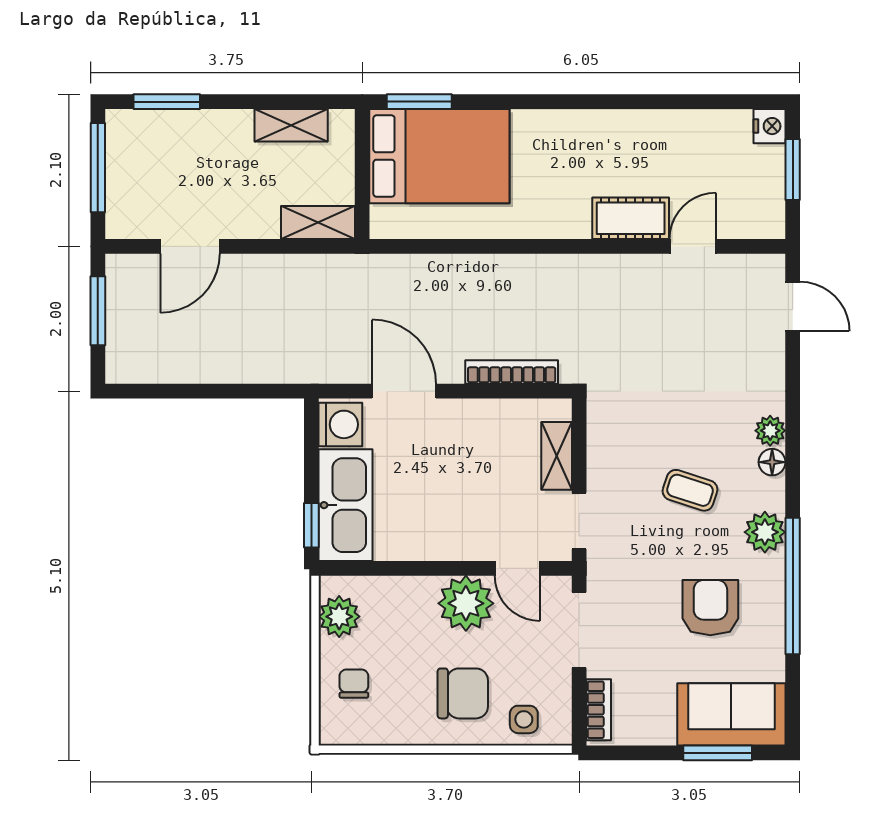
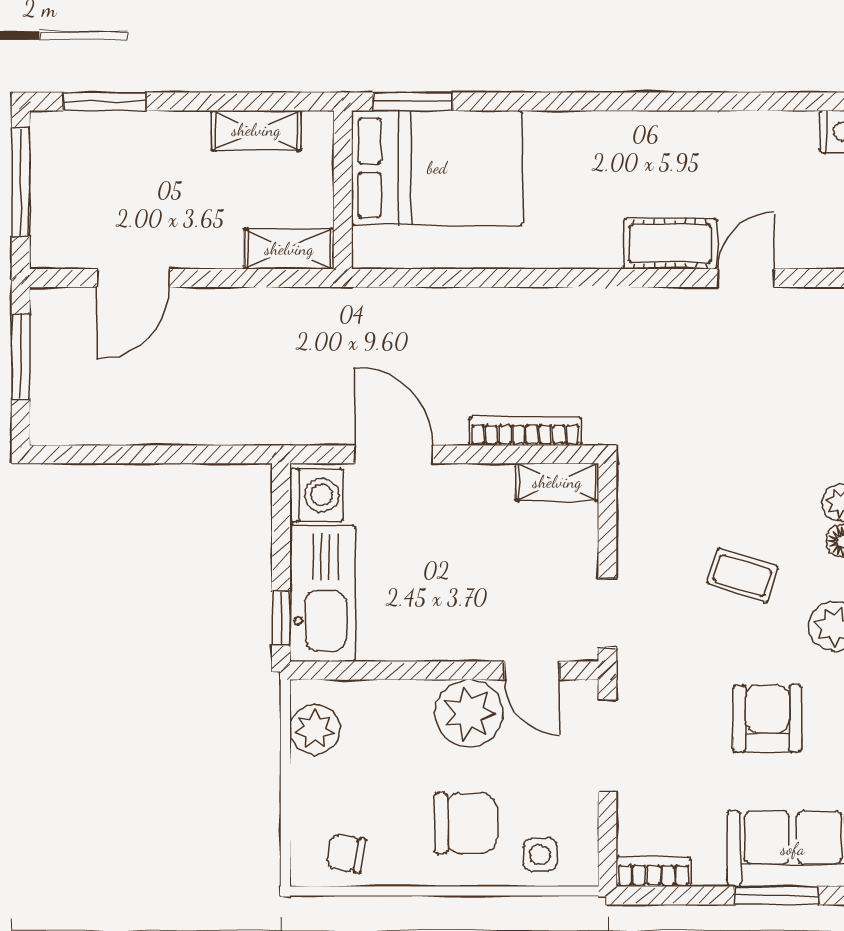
shelving: (557, 456) -> (557, 482), moved, turned 90
chair: (354, 684) -> (346, 853), moved, turned -80
bookcase: (599, 710) -> (654, 872), moved, turned -90

